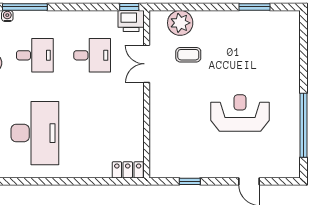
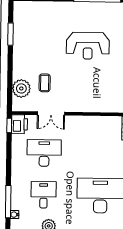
desk: (92, 55) -> (44, 153), width x1.37
reception desk: (240, 113) -> (88, 46), turned -90

